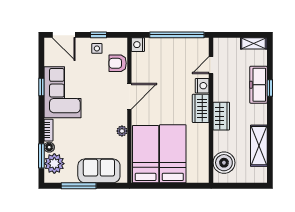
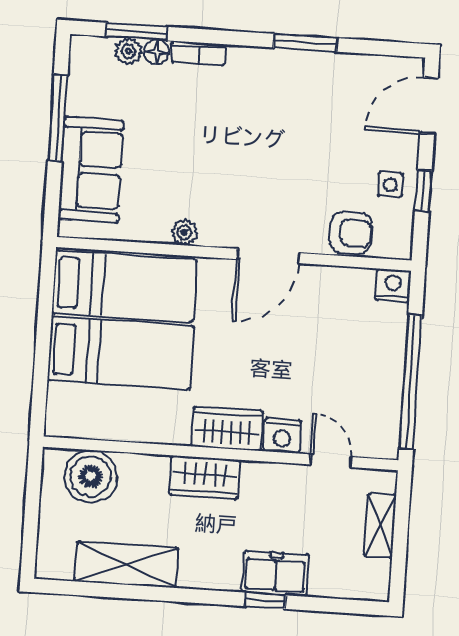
shelving: (254, 43) -> (380, 525), moved
armchair: (118, 63) -> (351, 233), turned 90
freezer: (259, 85) -> (275, 574), width x0.71
window: (41, 87) -> (305, 43), width x1.50
corner sofa: (63, 92) -> (289, 93), removed
door: (129, 96) -> (268, 256), hinge flipped
plant: (54, 164) -> (128, 51), width x0.53, depth x0.53

